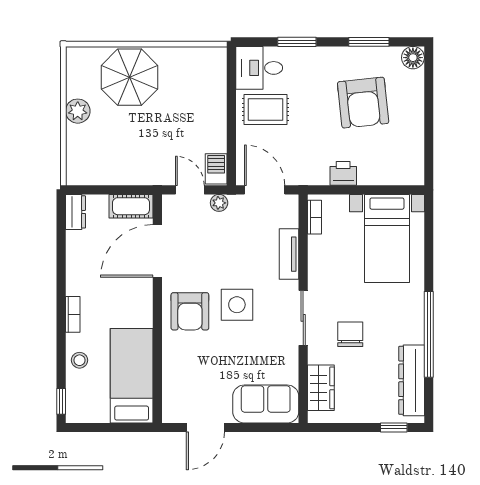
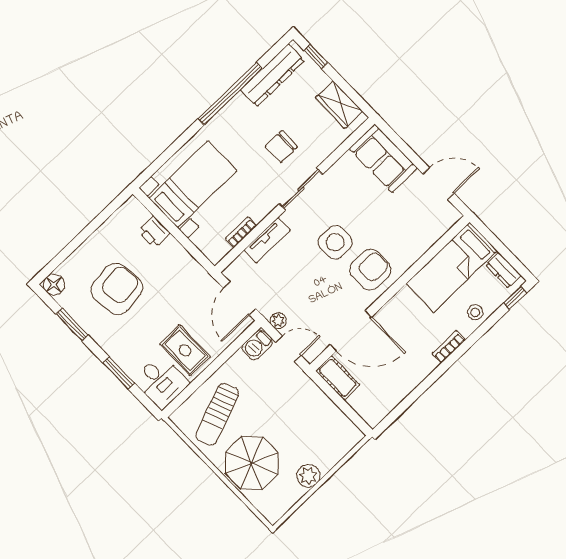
sun lounger: (192, 87) -> (217, 414), added
printer: (343, 173) -> (154, 232), moved
door: (190, 190) -> (288, 349), swing flipped
dresser: (75, 212) -> (503, 270), moved, turned -90
bookcase: (314, 217) -> (241, 232), moved
wardrobe: (321, 388) -> (339, 105), moved, turned -90

